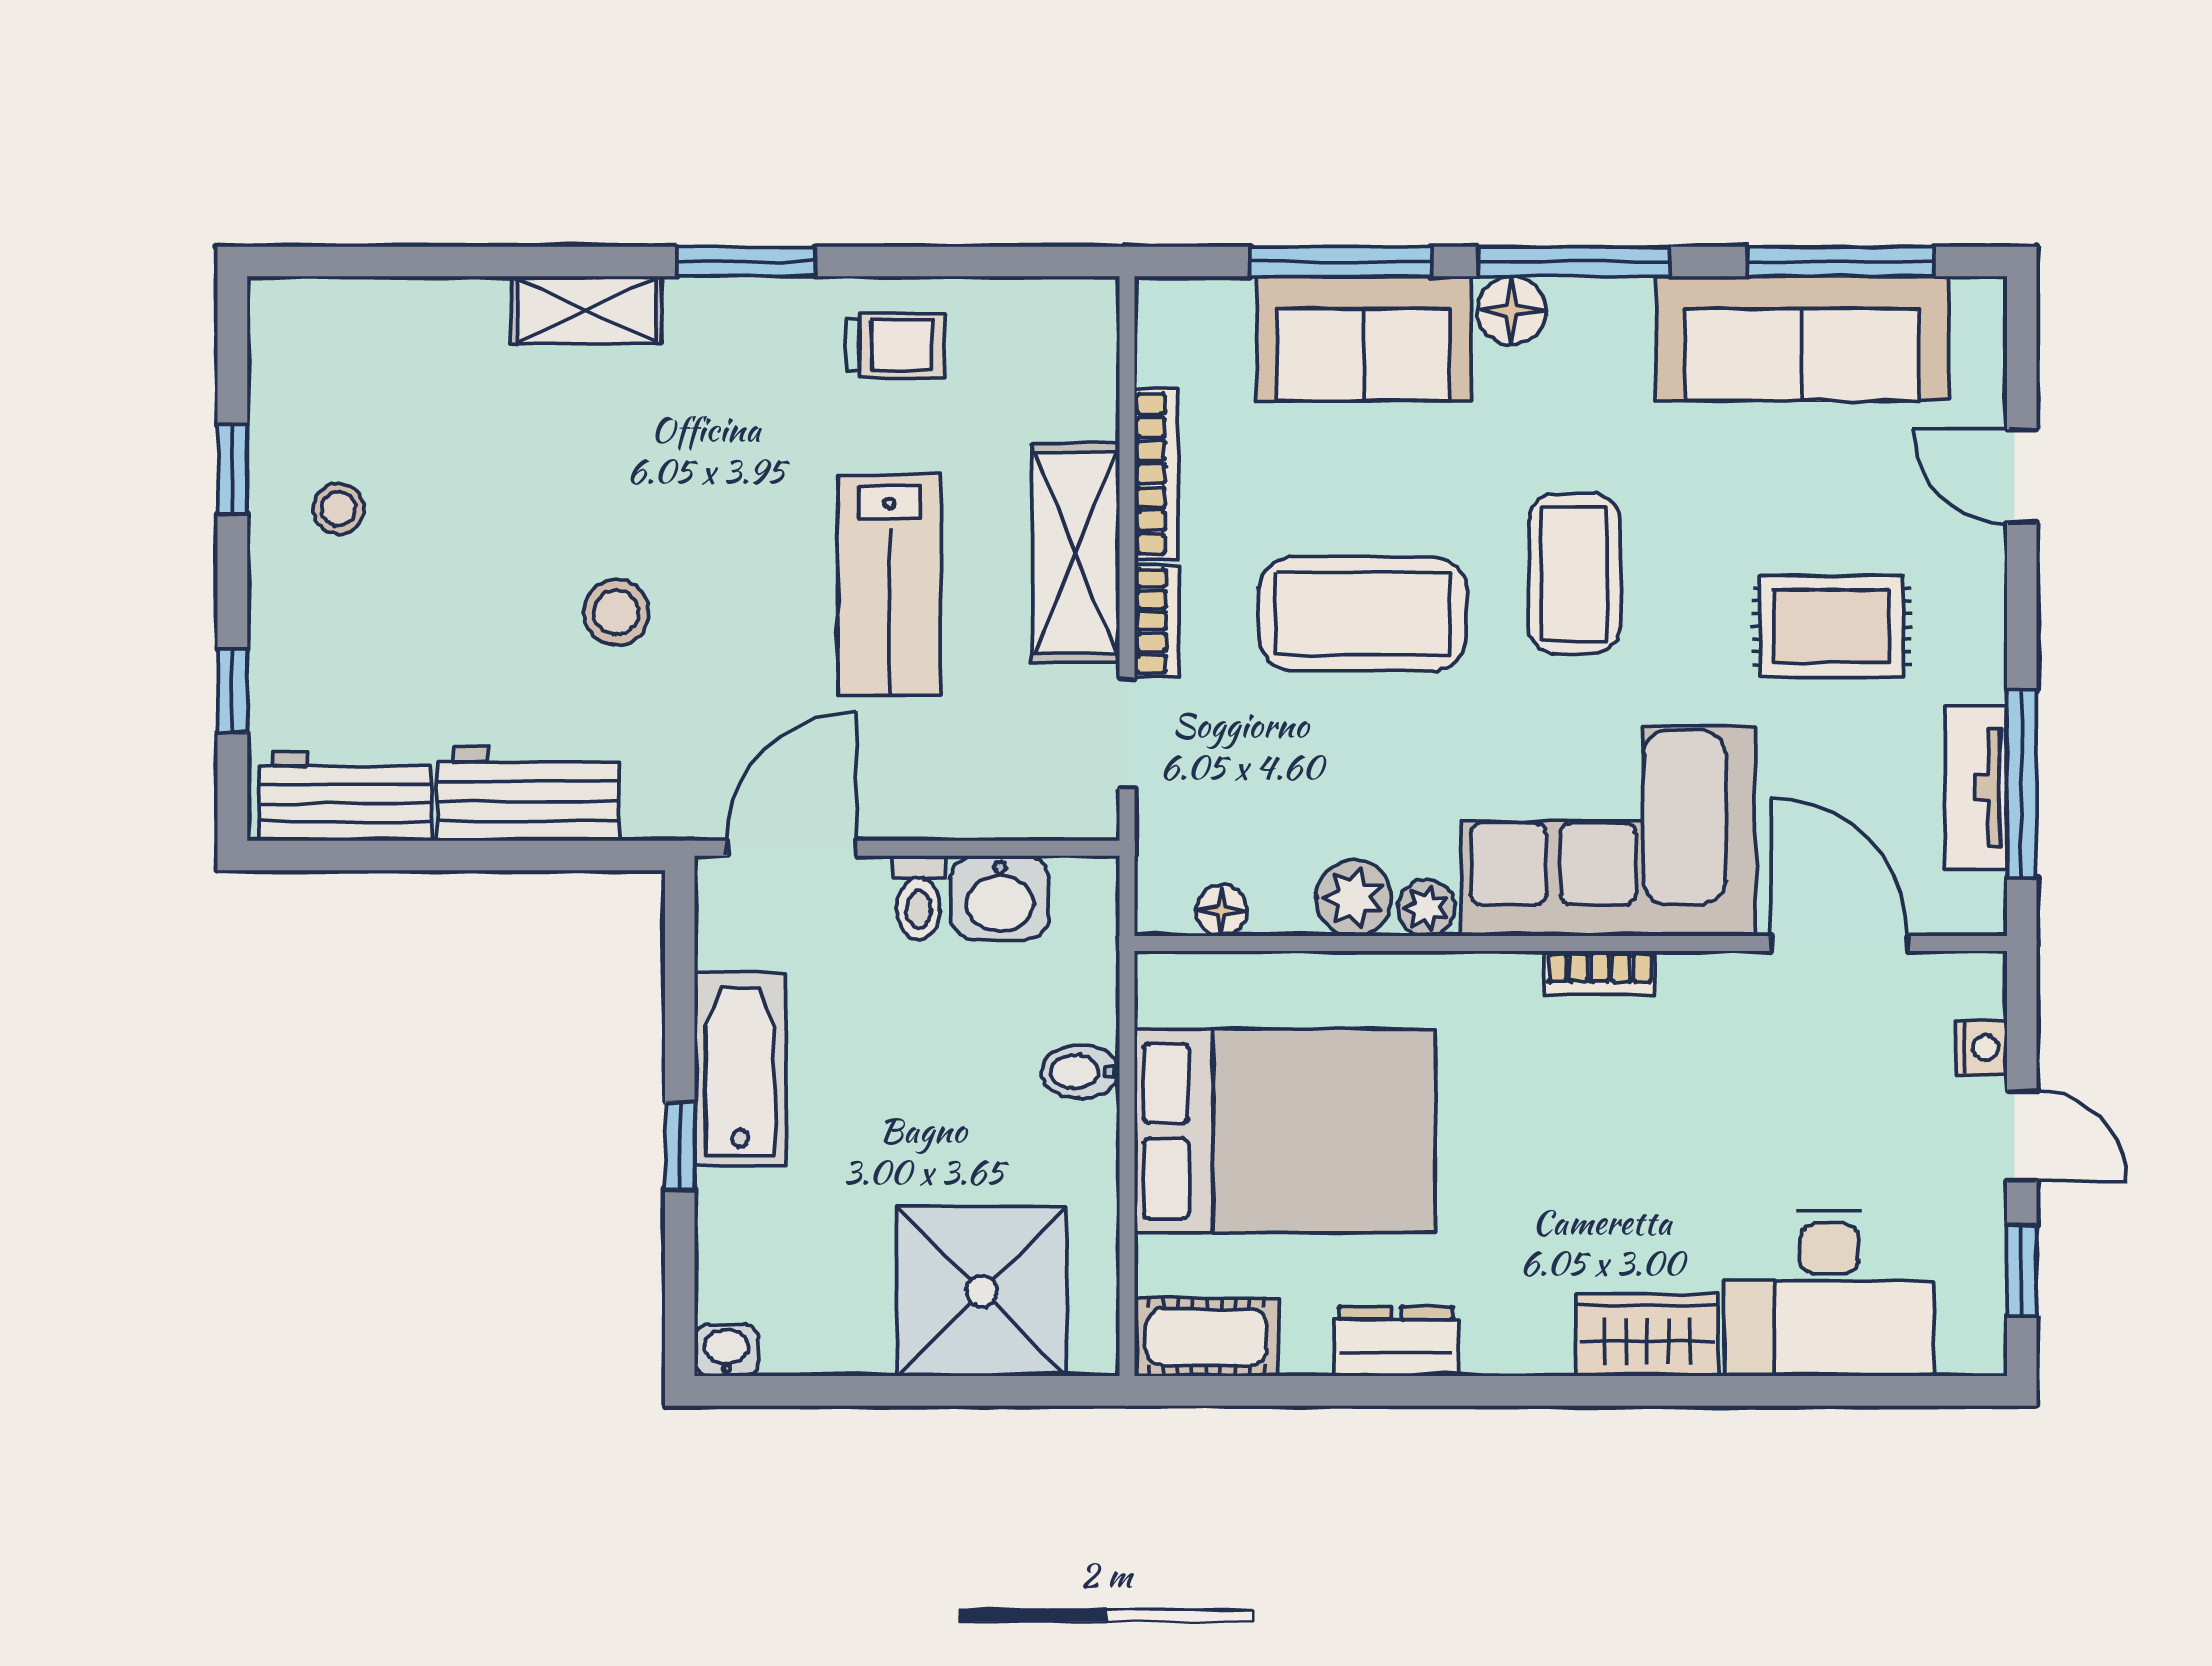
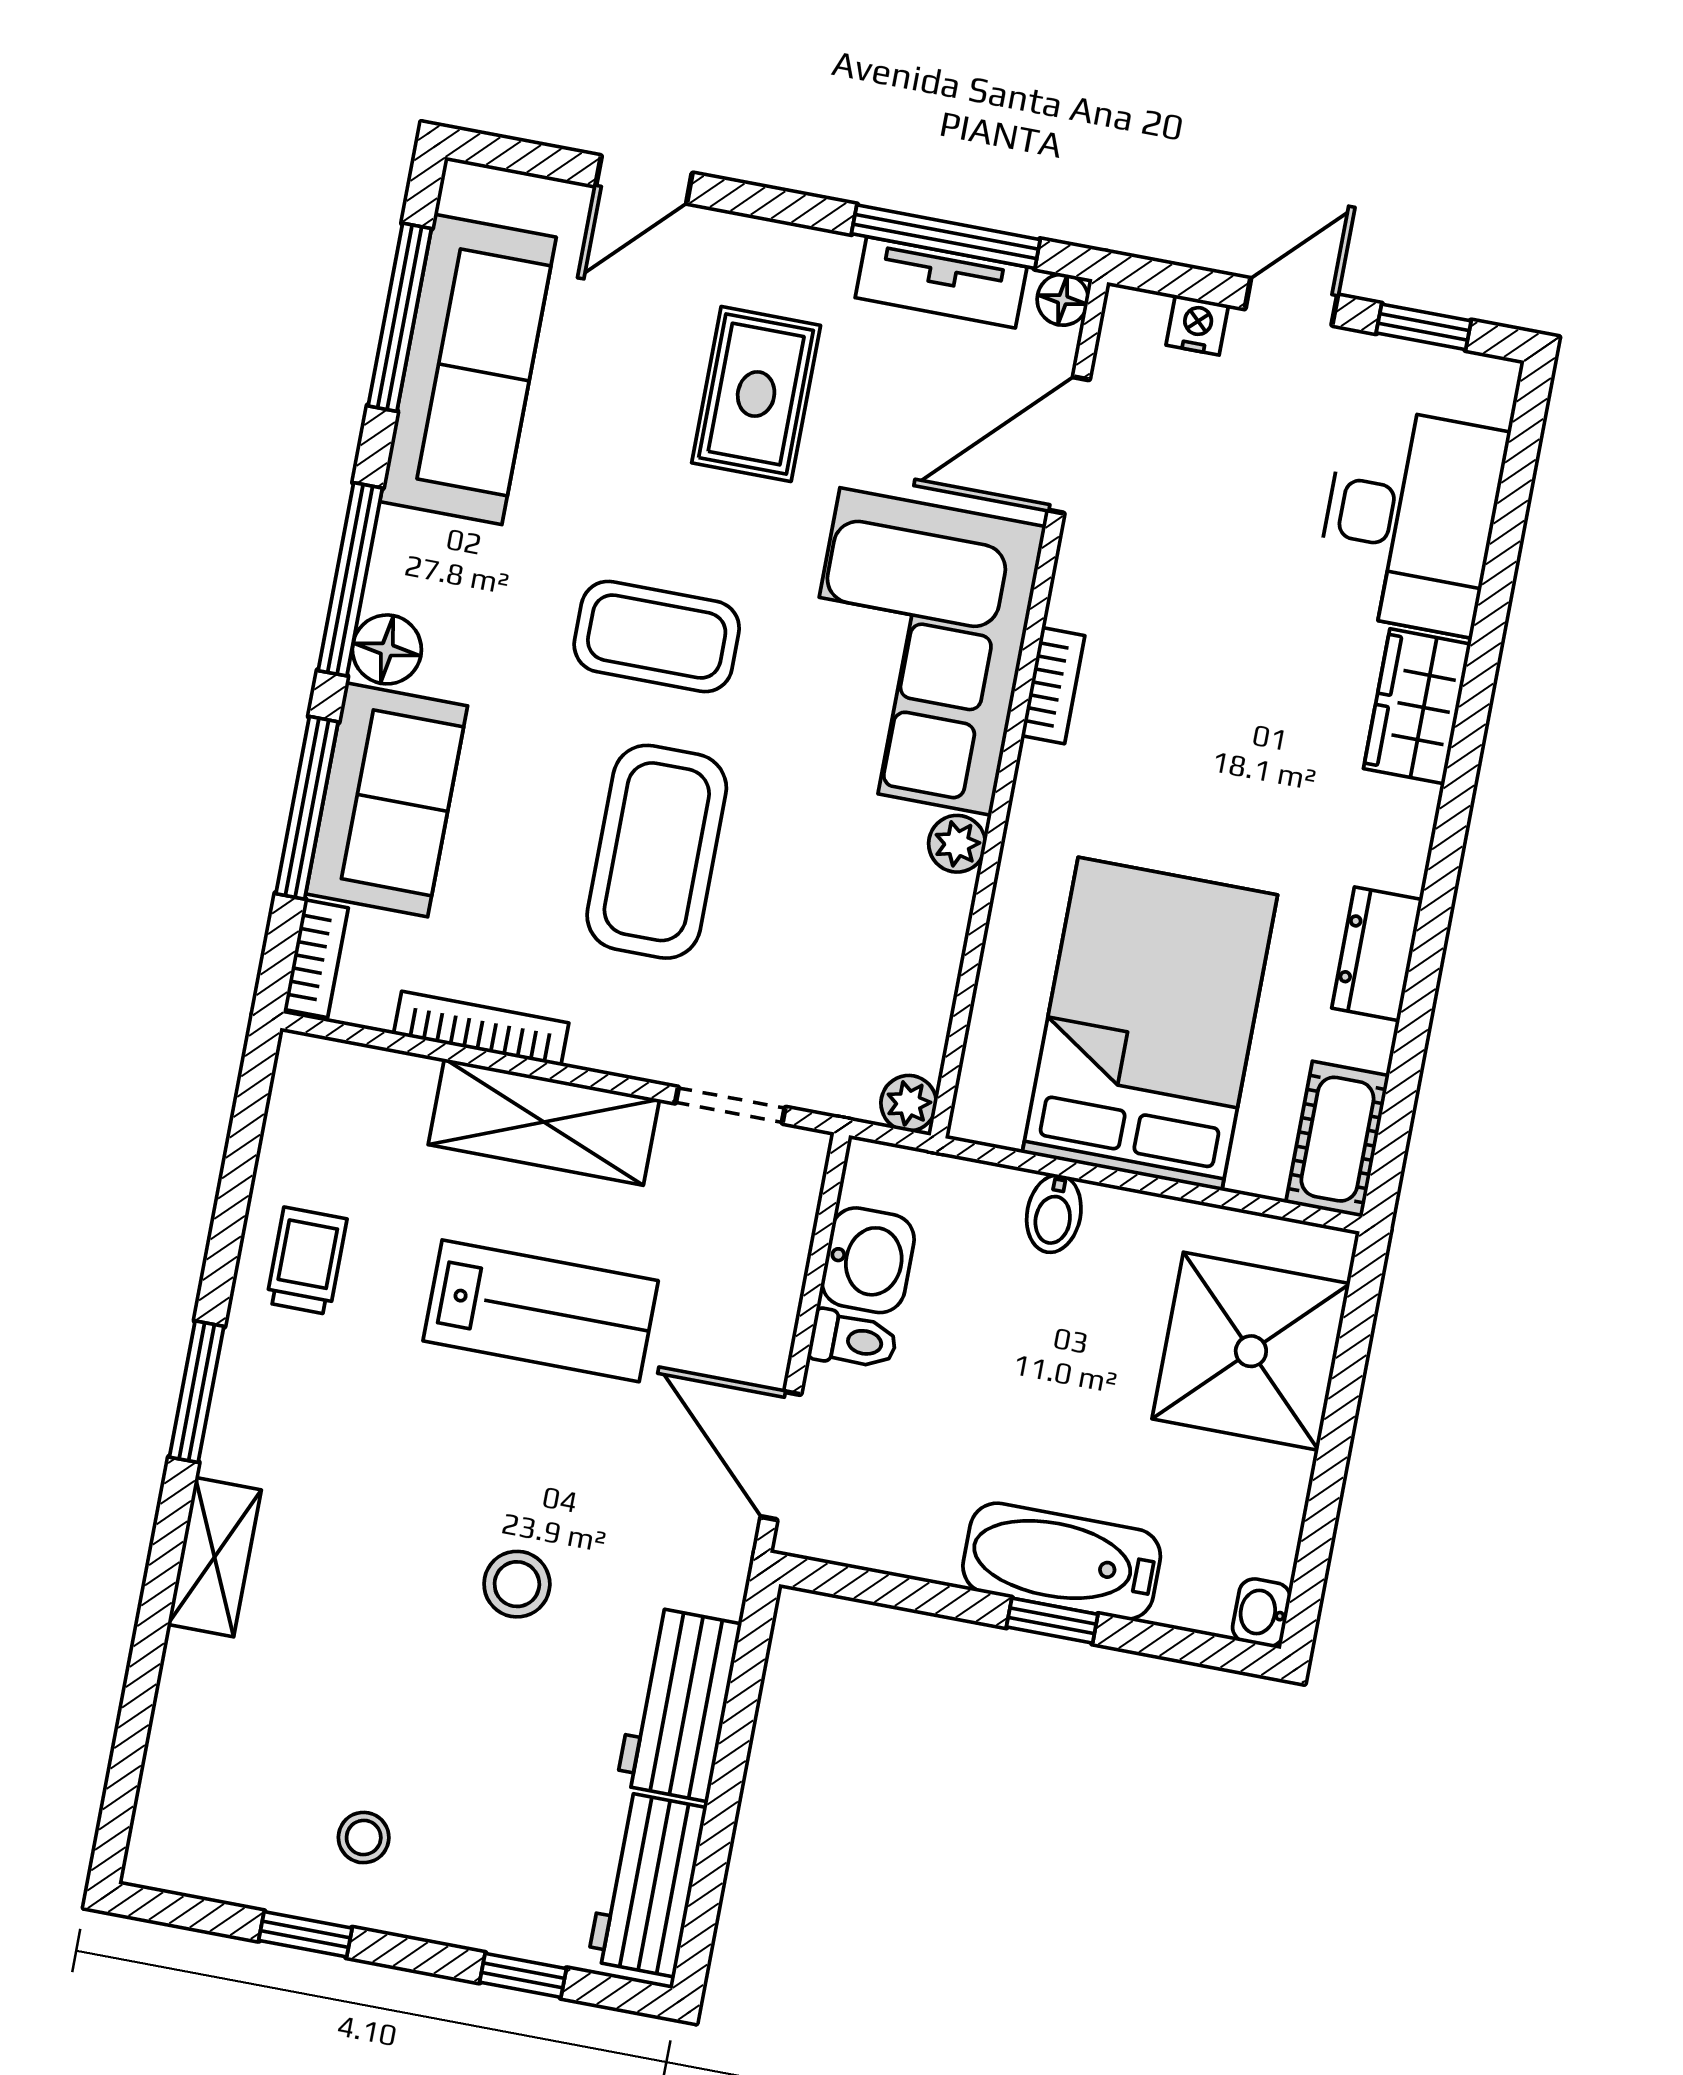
bookcase: (1157, 621) -> (316, 959), moved, turned 90
plant: (1354, 898) -> (909, 1103), moved, width x0.73, depth x0.73
floor lamp: (1221, 911) -> (1063, 300), moved
bathtub: (740, 1069) -> (1062, 1561), moved

